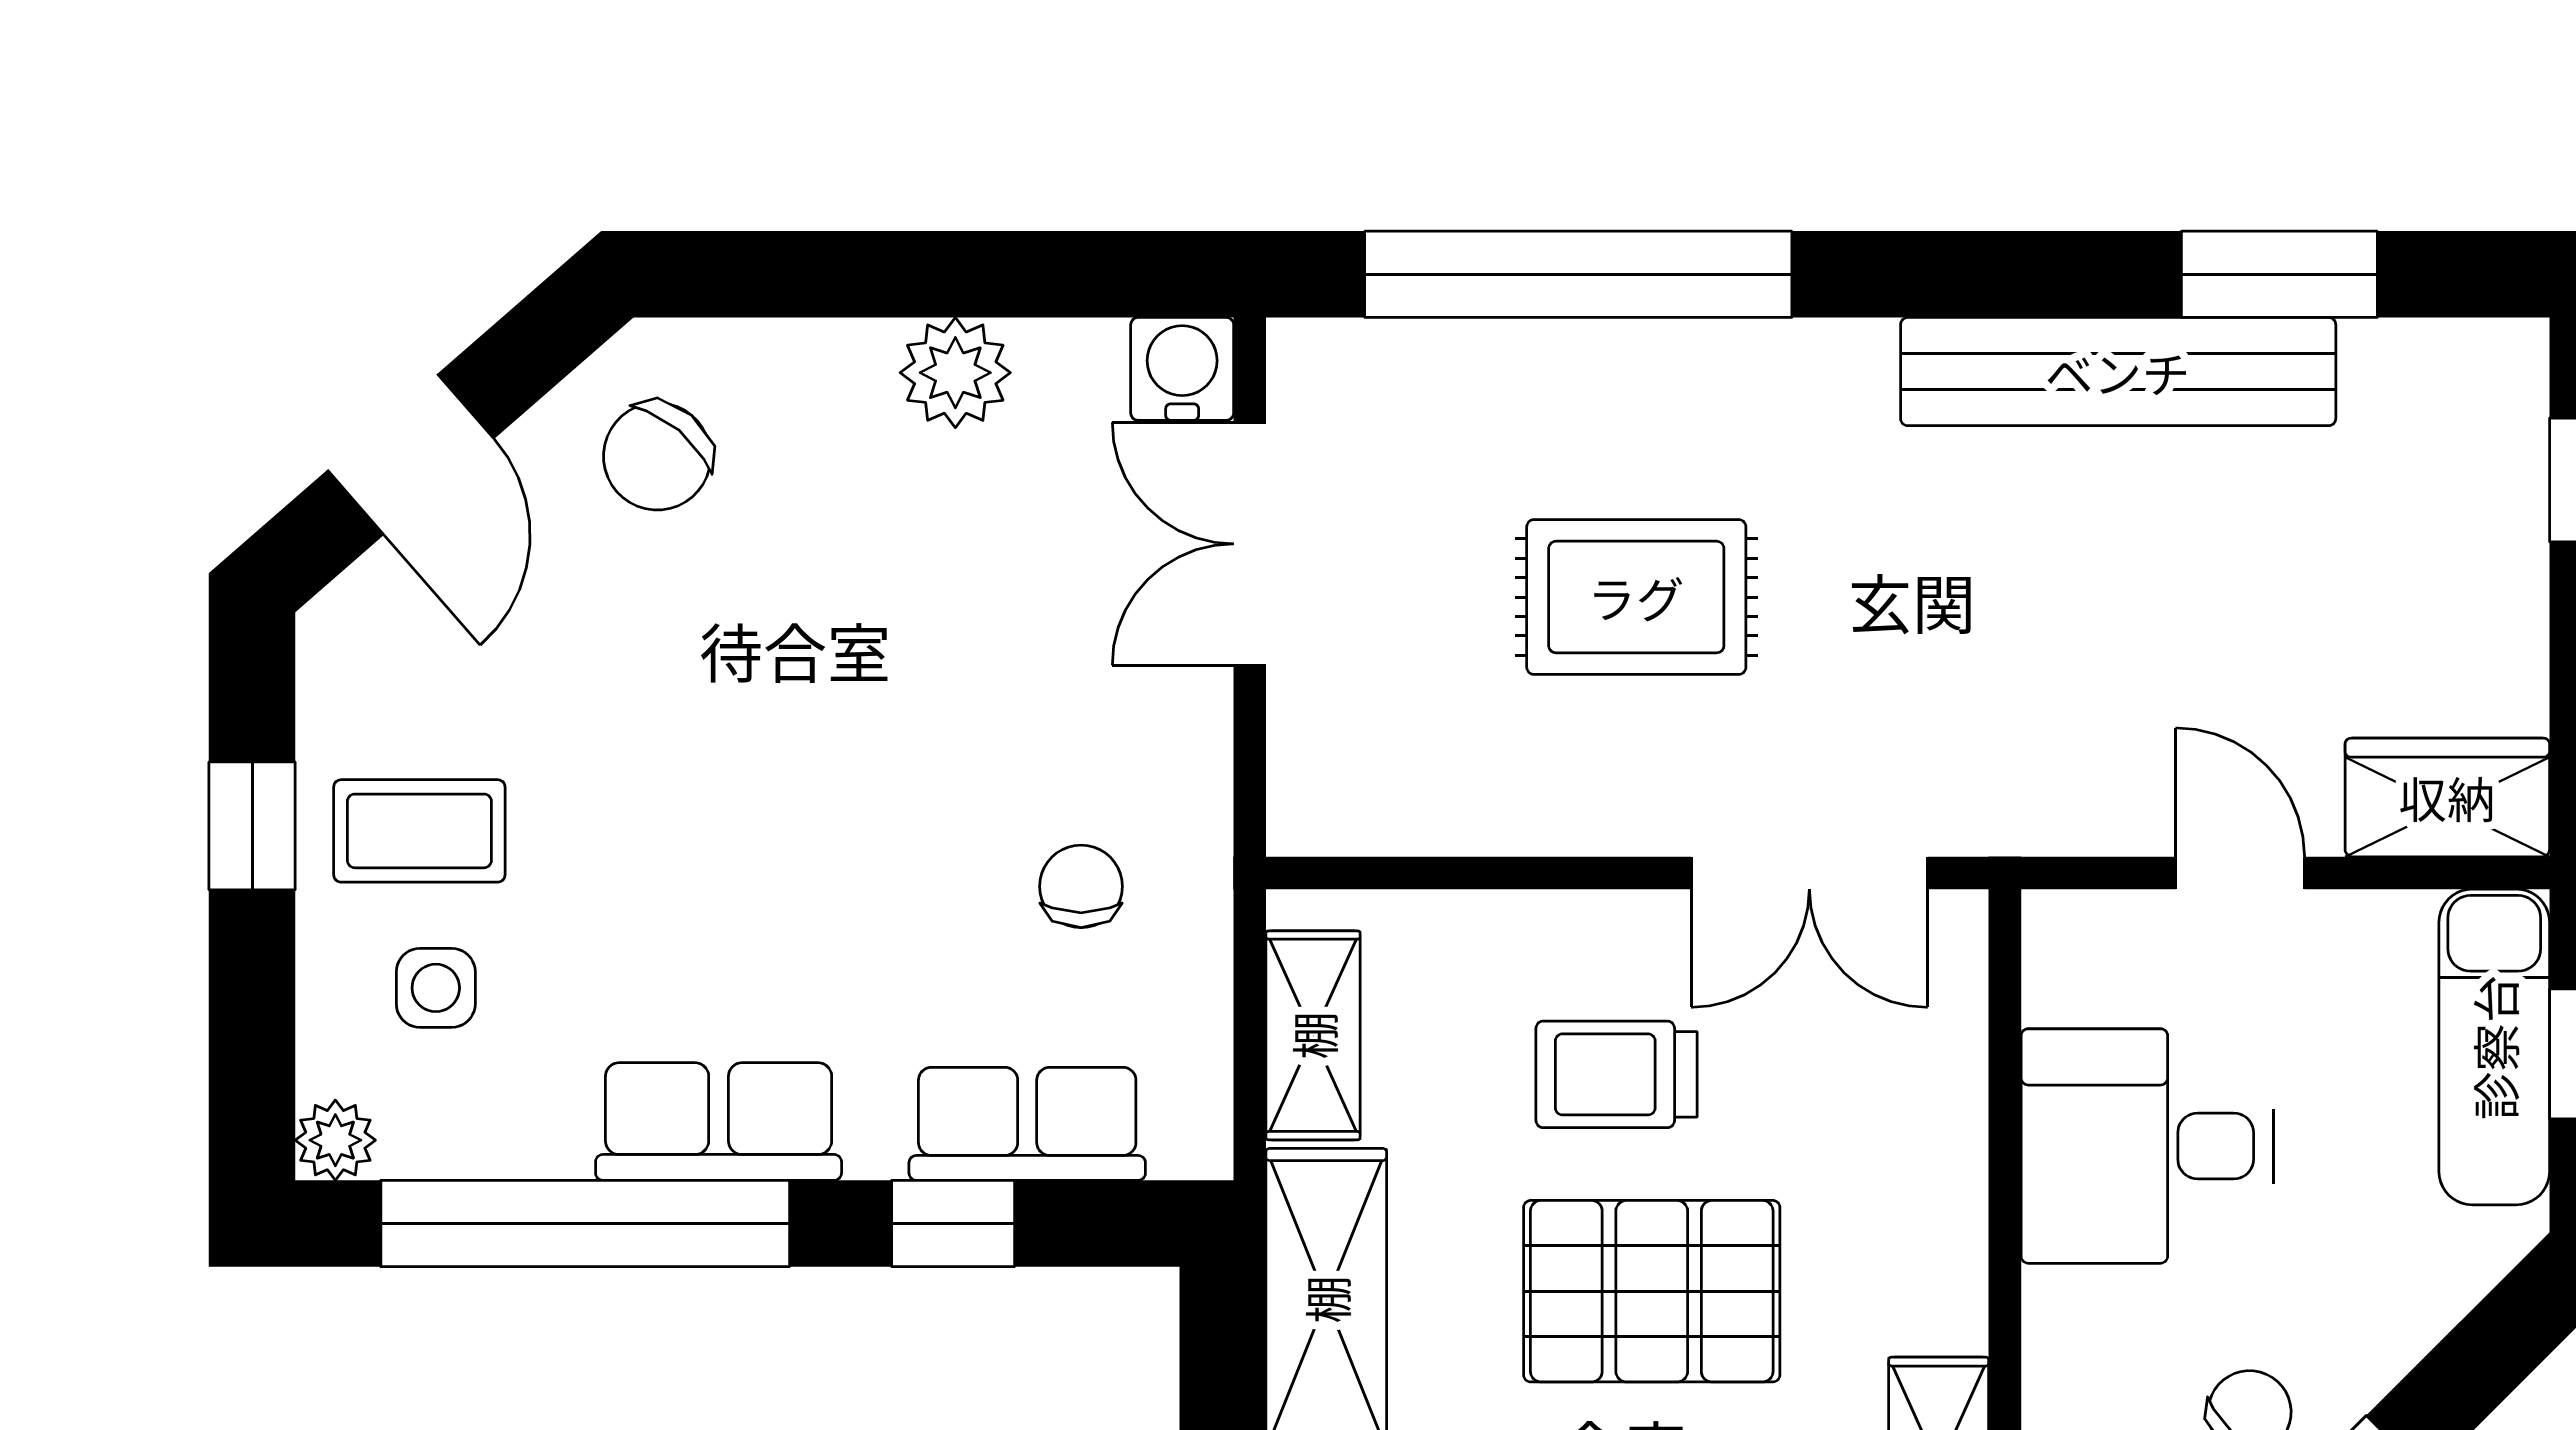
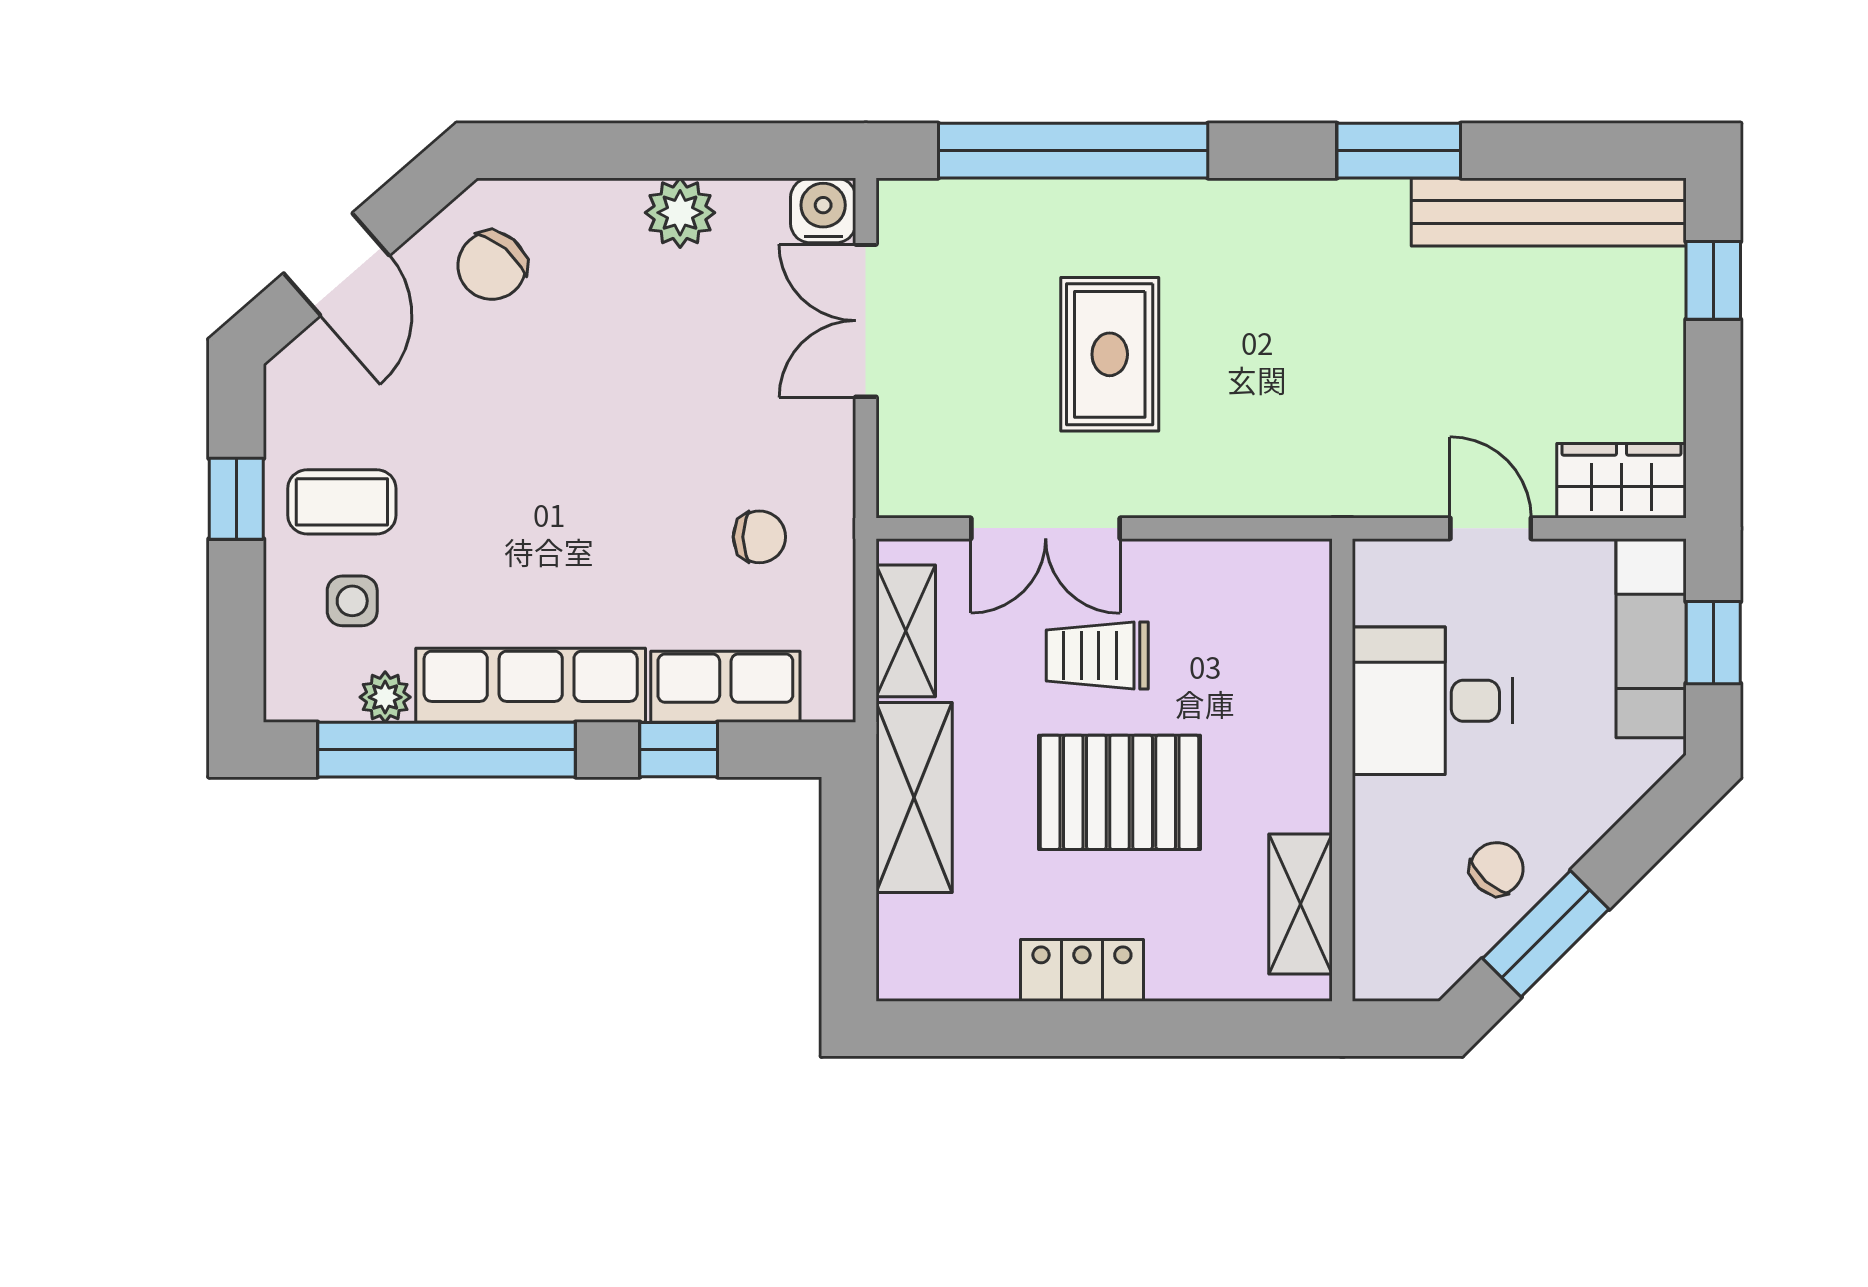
window: (2279, 274) -> (1399, 151), moved
bench: (2118, 372) -> (1549, 212), moved
rug: (1636, 597) -> (1110, 354), turned 90
double door: (1809, 873) -> (1046, 528), moved
chair: (1081, 886) -> (759, 537), turned 90
row of seats: (719, 1122) -> (531, 685), width x1.48
plant: (335, 1140) -> (385, 697), moved

